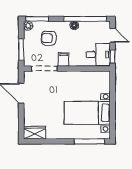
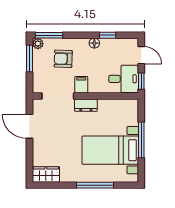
window: (85, 19) -> (108, 35), width x0.32
window: (21, 50) -> (30, 58), moved
dresser: (67, 76) -> (86, 105), added
window: (113, 104) -> (141, 140), added
window: (89, 141) -> (95, 185), moved

